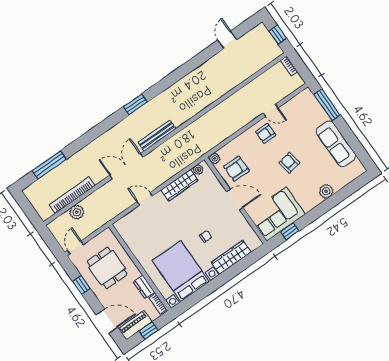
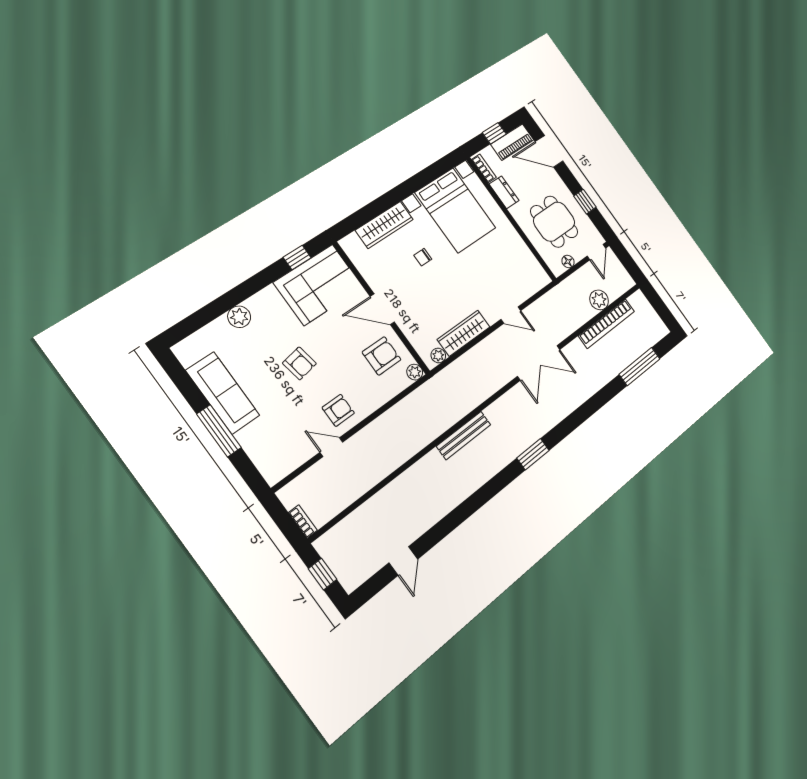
window: (327, 105) -> (219, 431), moved
bench: (157, 136) -> (464, 435), moved
floor lamp: (99, 239) -> (568, 262), added

